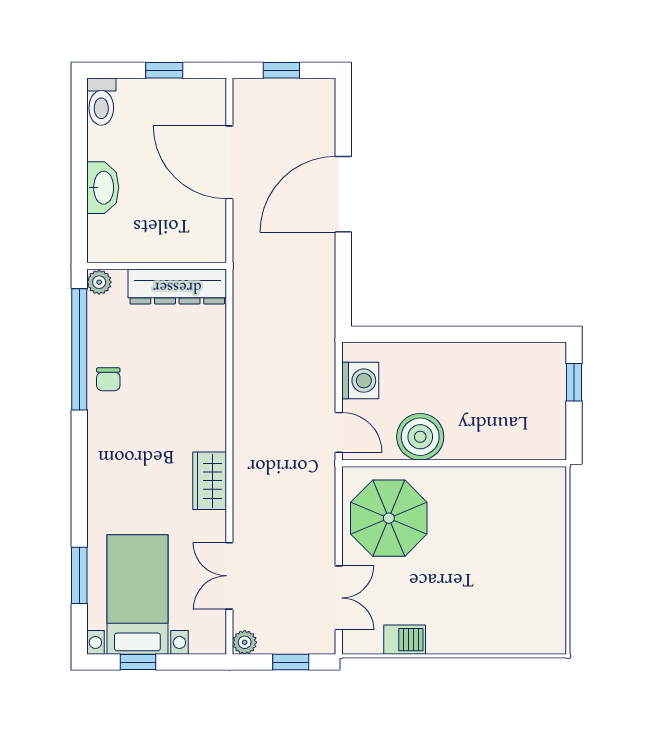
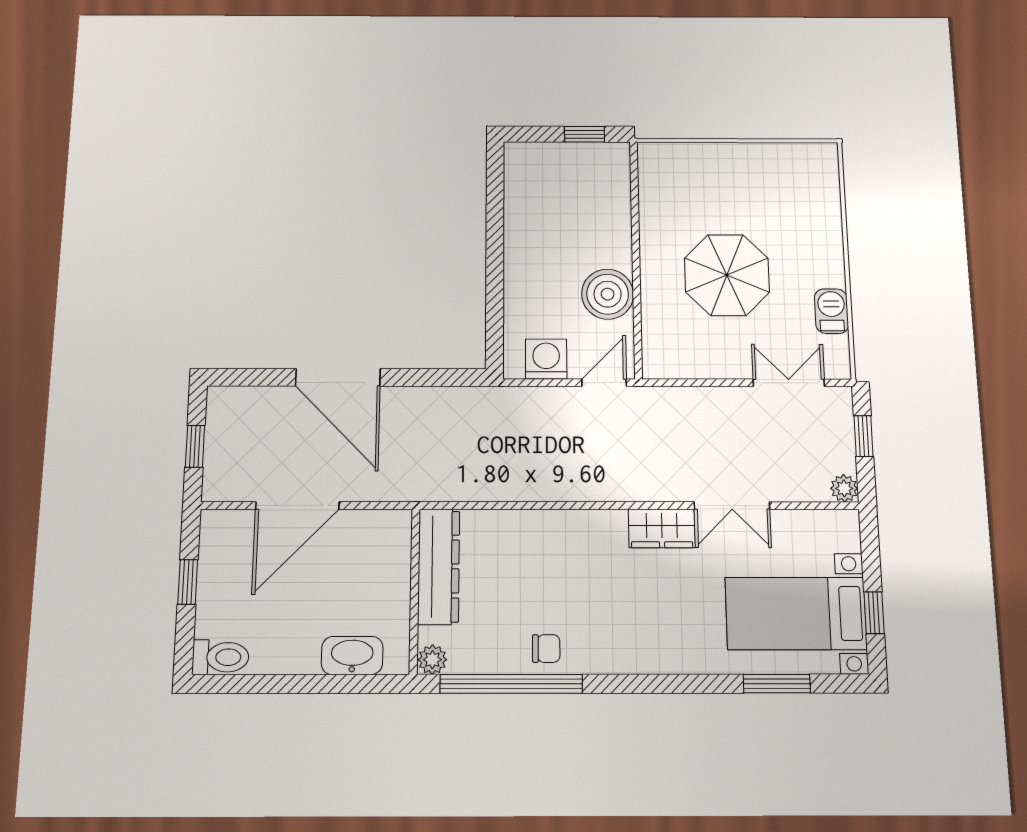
washbasin: (103, 188) -> (352, 655), moved
window: (574, 382) -> (585, 134), moved
parasol: (389, 518) -> (727, 275), moved
double door: (229, 576) -> (732, 506), moved

